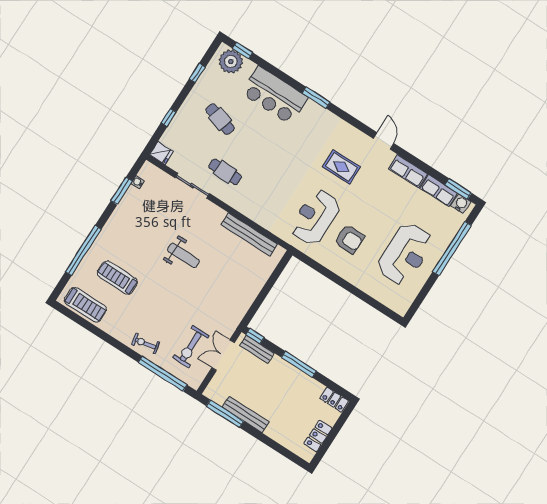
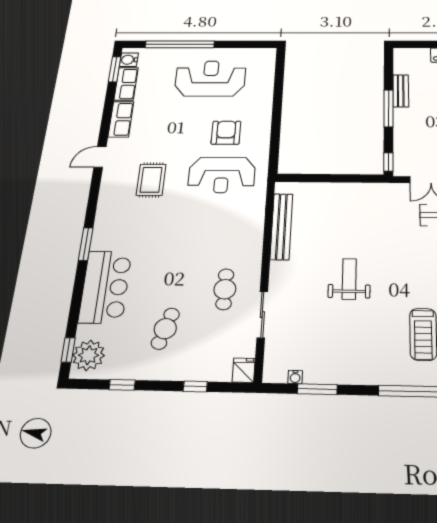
bench: (257, 349) -> (401, 91), moved
locker: (334, 400) -> (401, 61), removed

